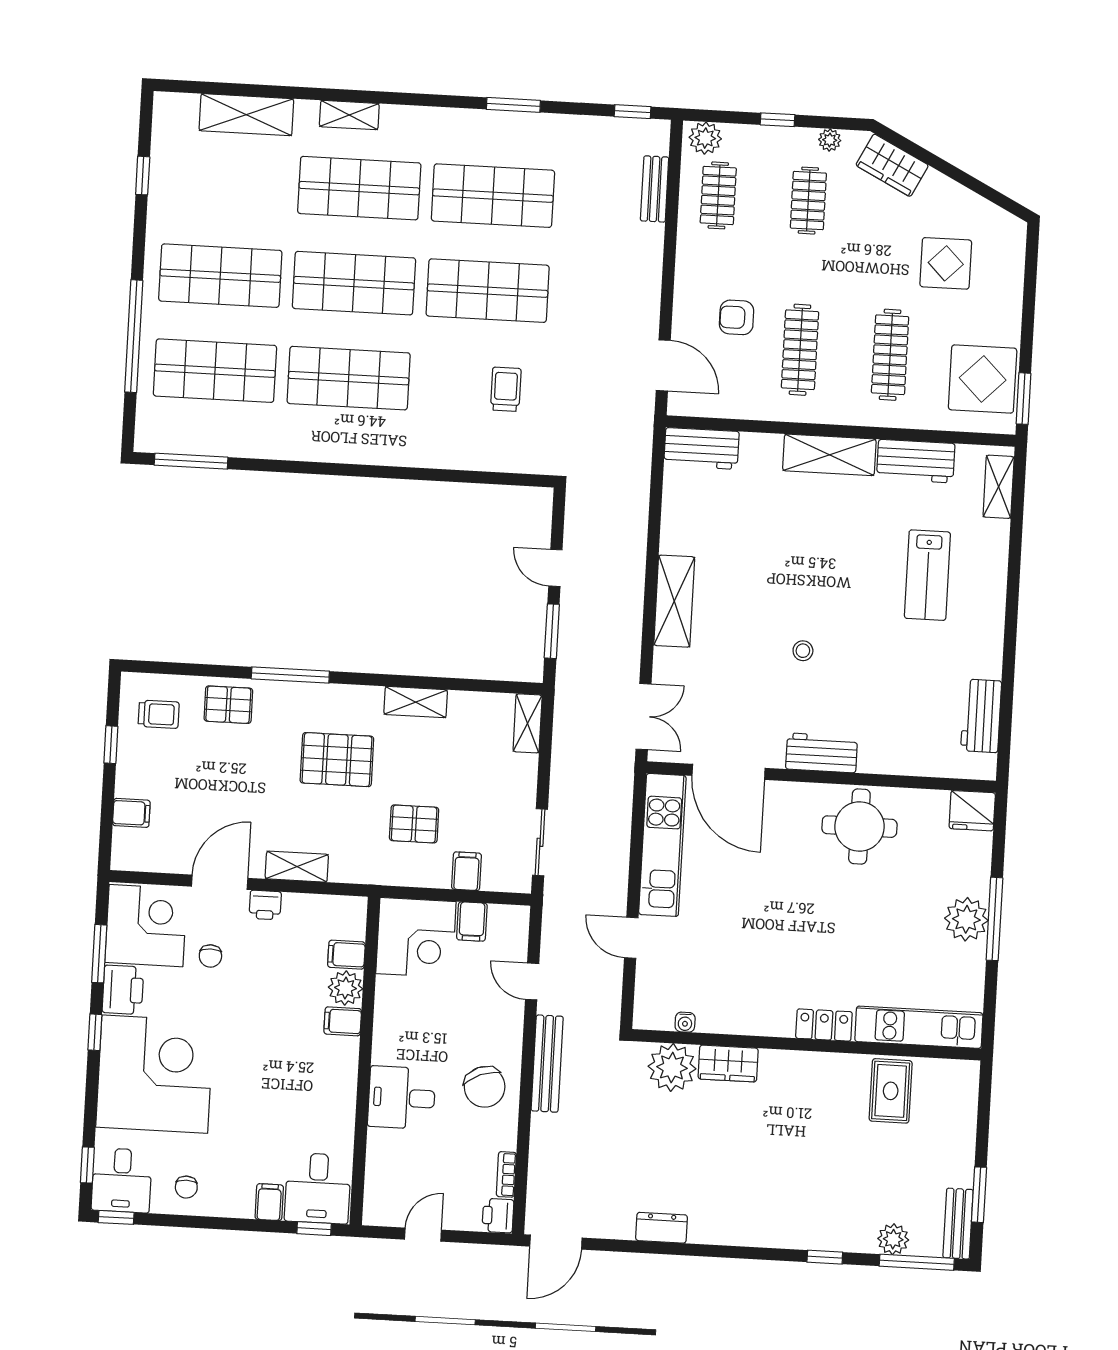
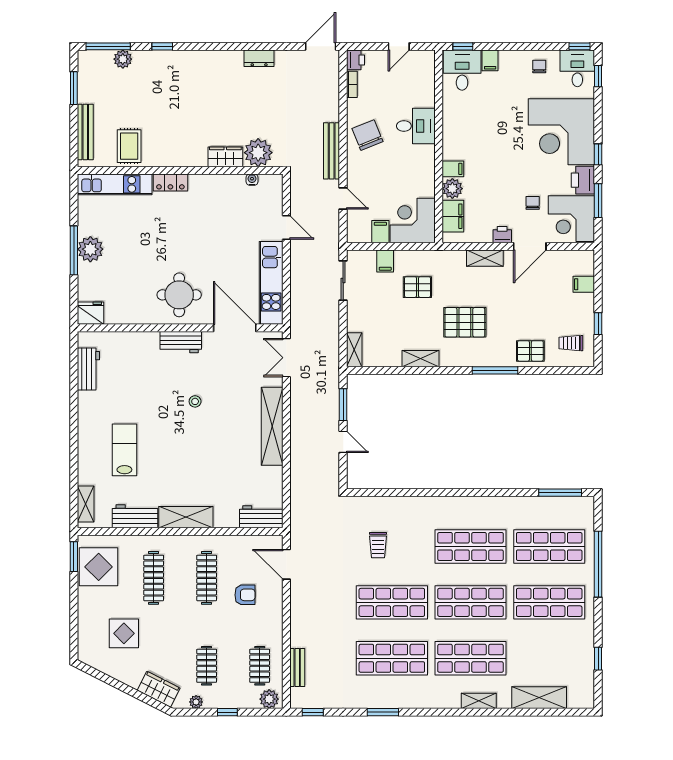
shelving: (674, 601) -> (272, 426), width x1.47
round table: (859, 827) -> (179, 295), moved
filing cabinet: (346, 955) -> (453, 216), width x2.00
bench: (958, 1224) -> (85, 132), moved, width x1.36

